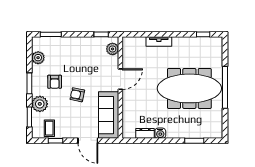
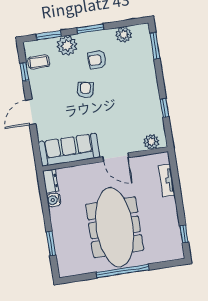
plant: (113, 49) -> (151, 142), moved
door: (120, 79) -> (116, 157), moved
wall: (120, 88) -> (105, 159), moved
sofa: (109, 115) -> (69, 150), moved

